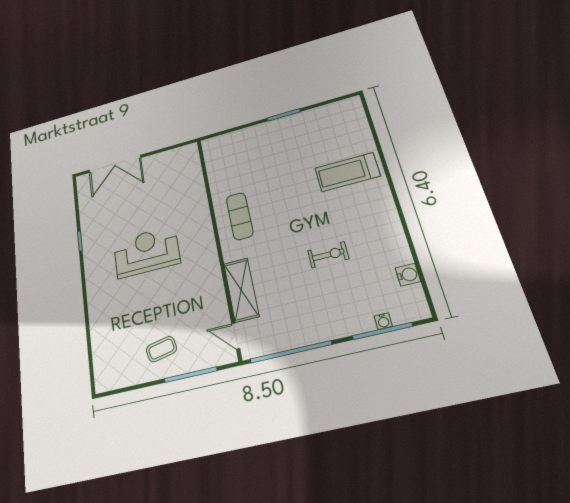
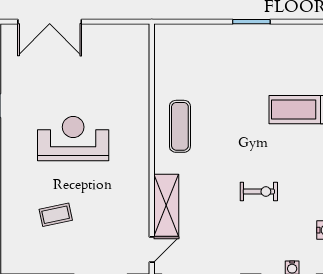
door: (236, 336) -> (152, 249), swing flipped
coffee table: (161, 349) -> (56, 215), moved

